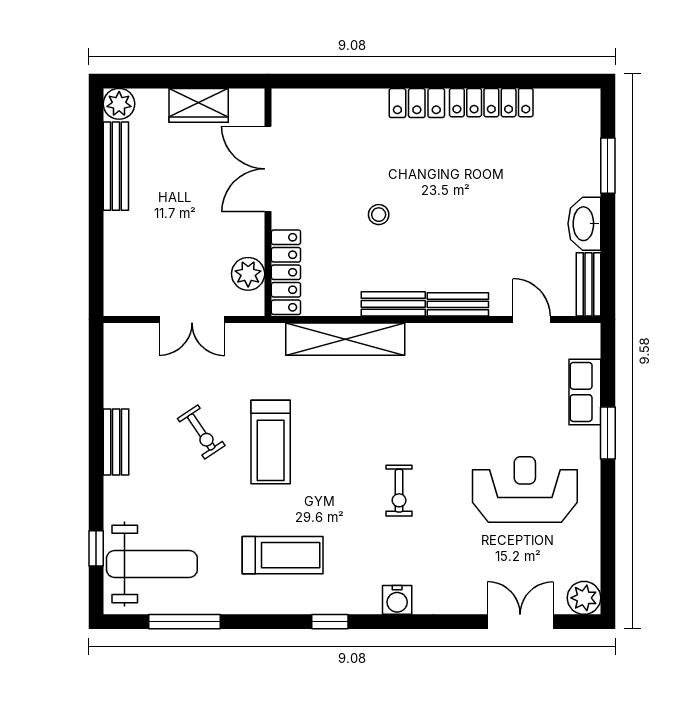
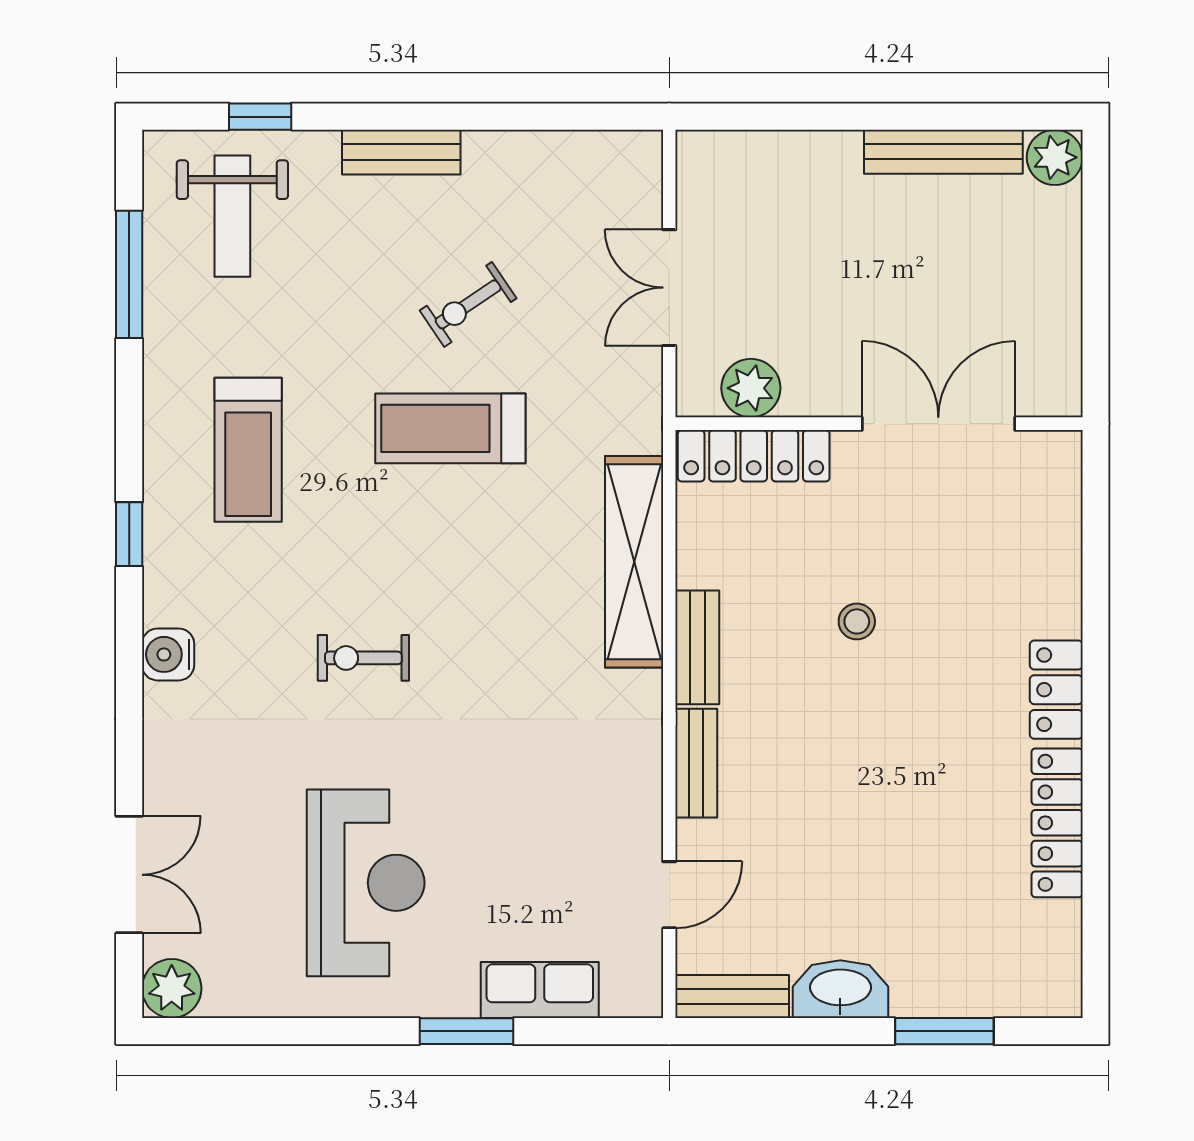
wardrobe: (199, 105) -> (1052, 300), removed
bench: (116, 442) -> (401, 152), moved
weight bench: (152, 564) -> (232, 216), width x0.73, depth x0.75

